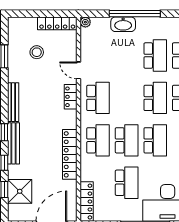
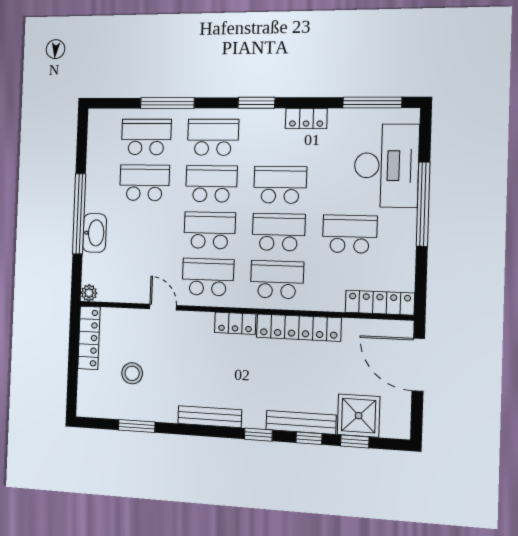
door: (78, 70) -> (163, 307), swing flipped
locker: (71, 97) -> (235, 323), moved
school desk: (127, 98) -> (210, 230), added
bench: (14, 143) -> (301, 422), moved

